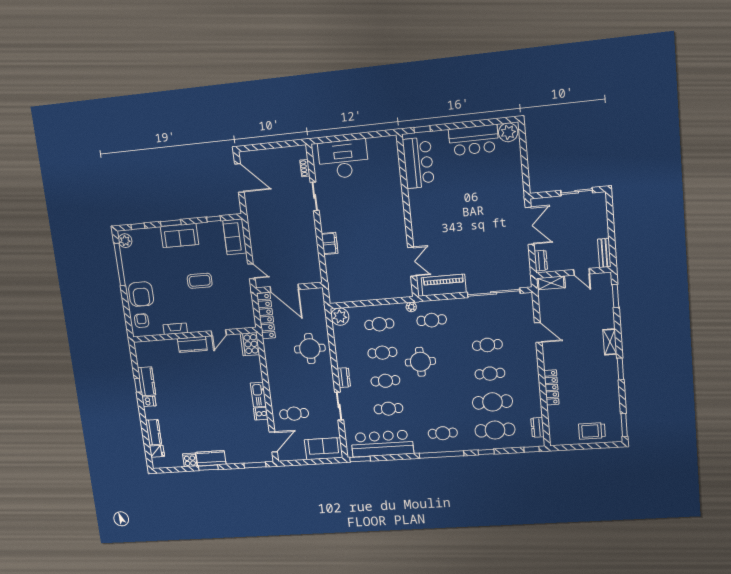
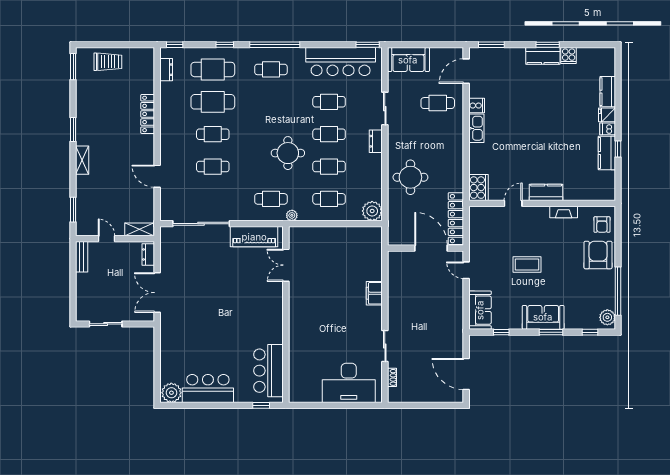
fridge: (157, 451) -> (607, 115), moved

